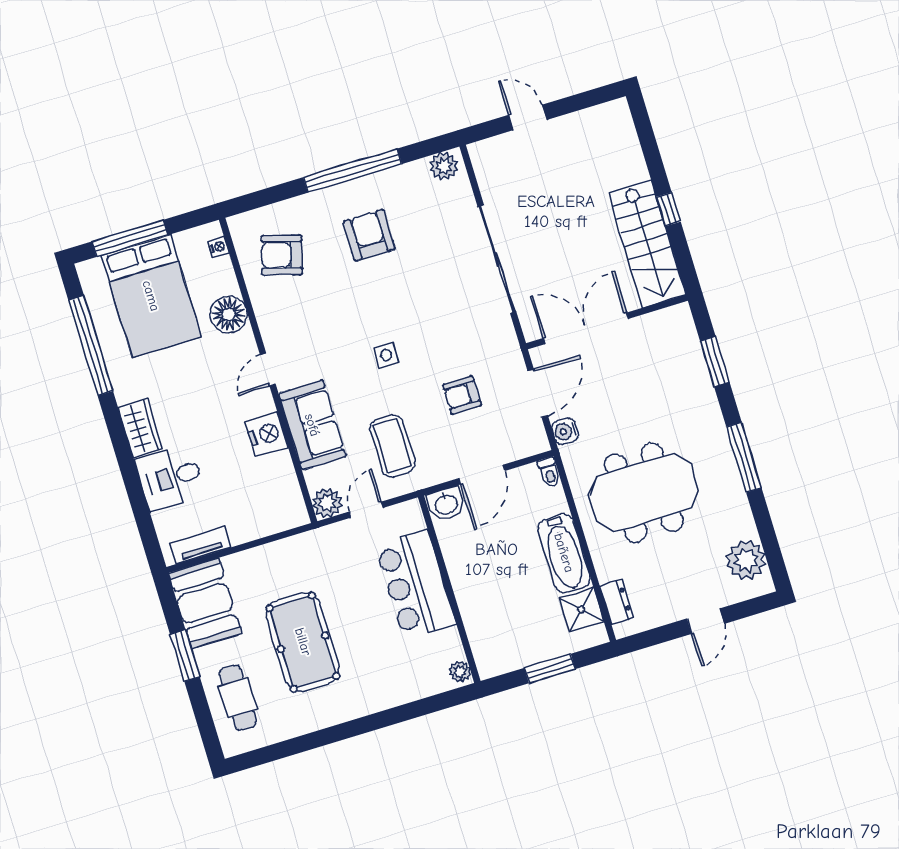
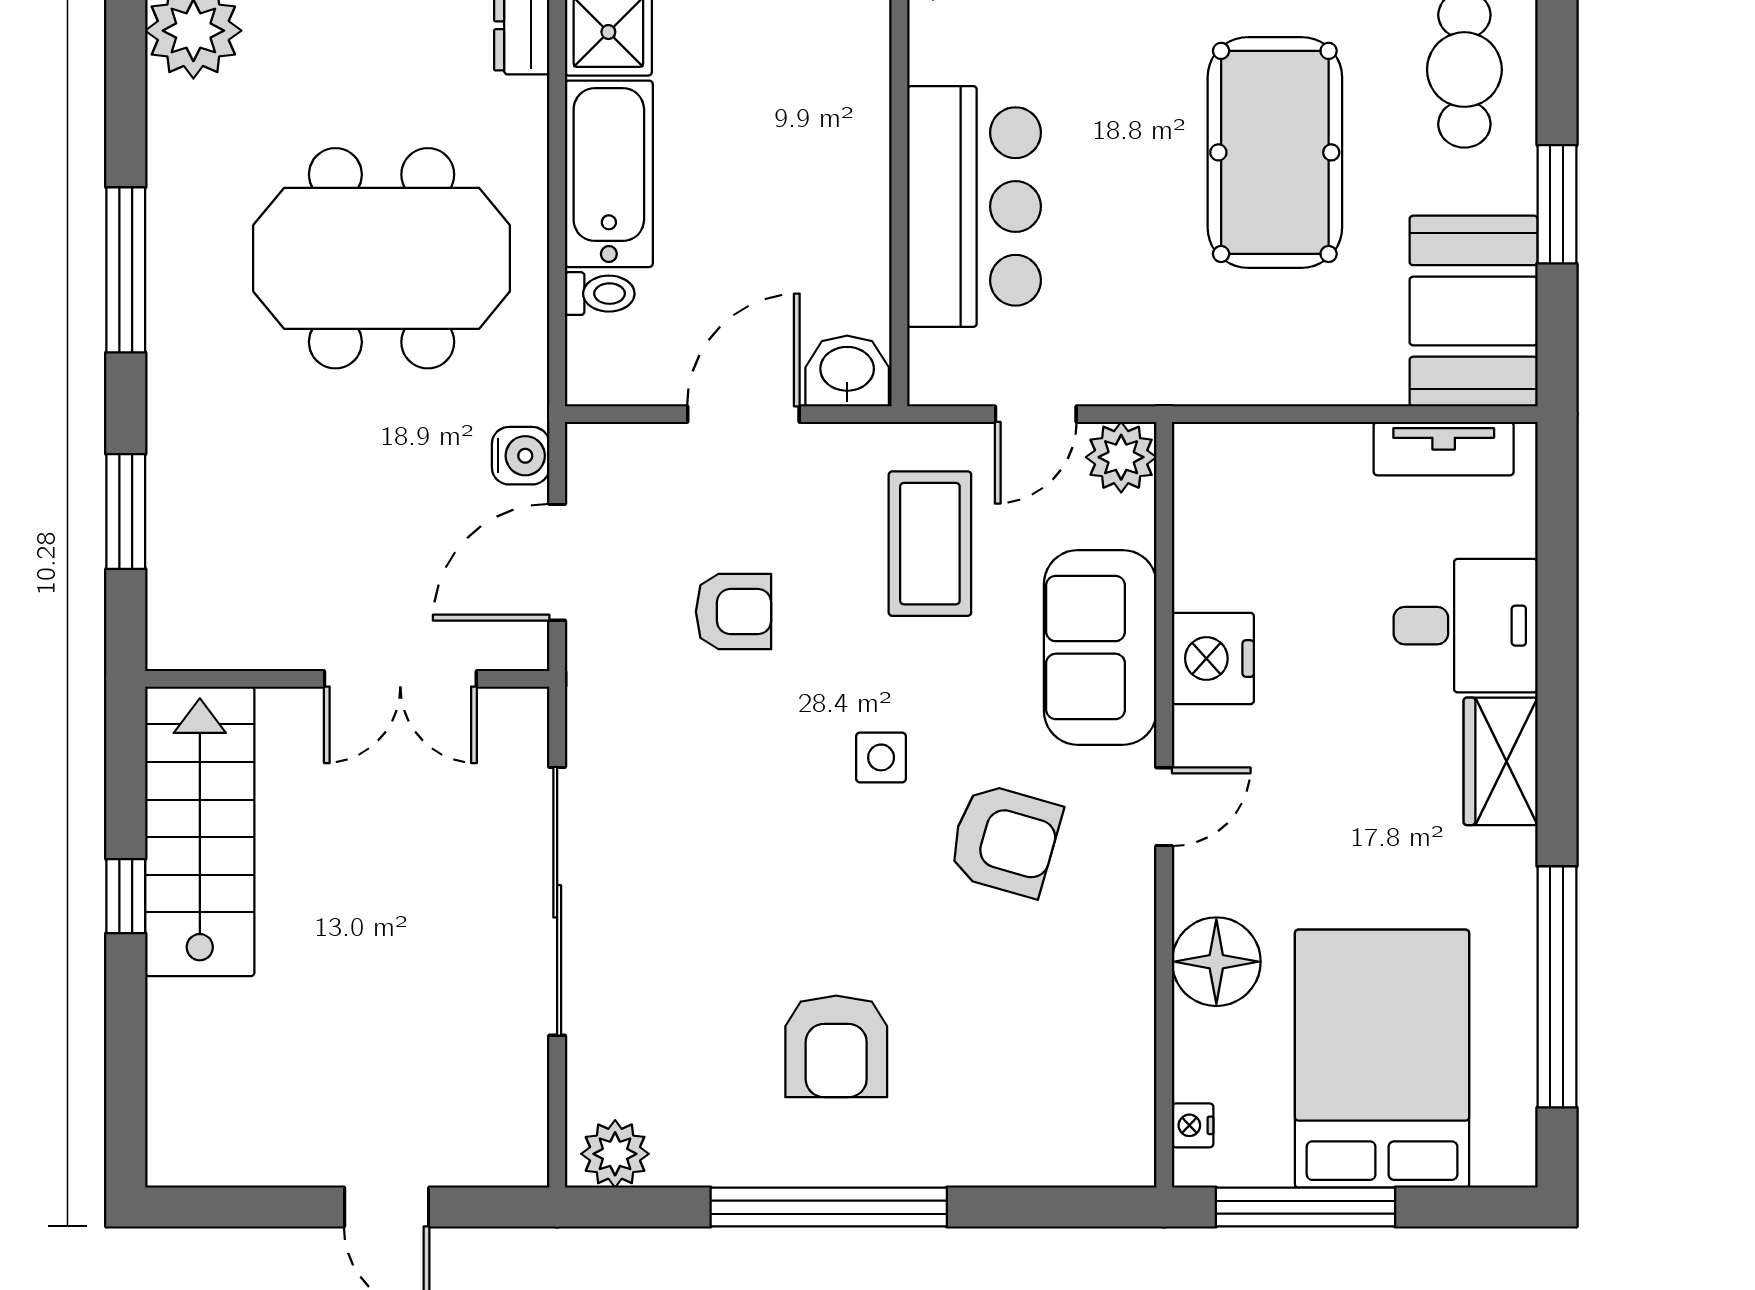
window: (130, 238) -> (1306, 1207), moved
armchair: (282, 255) -> (1005, 840), moved
double door: (586, 328) -> (400, 679), width x0.73
toilet: (549, 472) -> (600, 294), moved, turned 90

